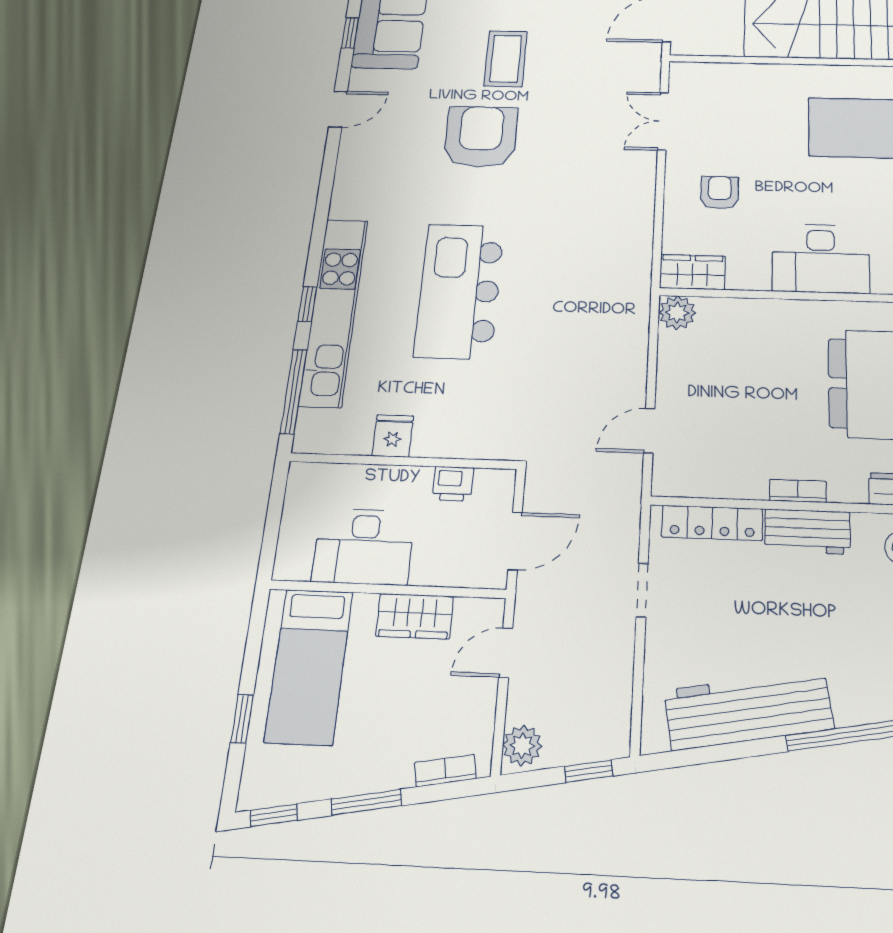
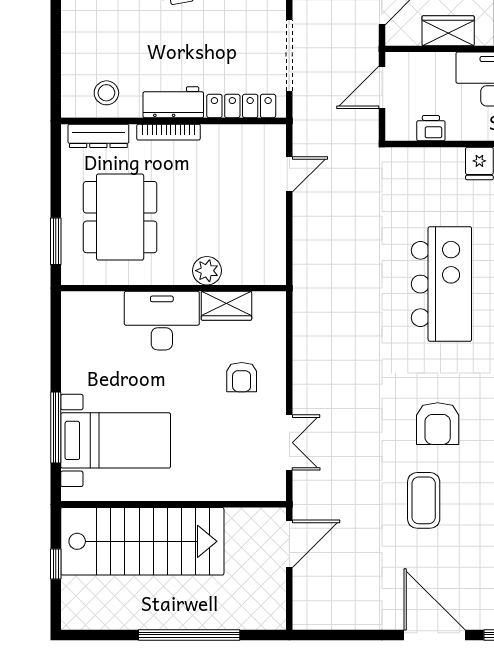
armchair: (481, 137) -> (438, 424), width x0.73, depth x0.73
wardrobe: (693, 272) -> (226, 306), moved
plant: (677, 313) -> (207, 271), moved
bookcase: (798, 491) -> (169, 132), width x1.56
doorway: (642, 590) -> (289, 55), width x1.87

